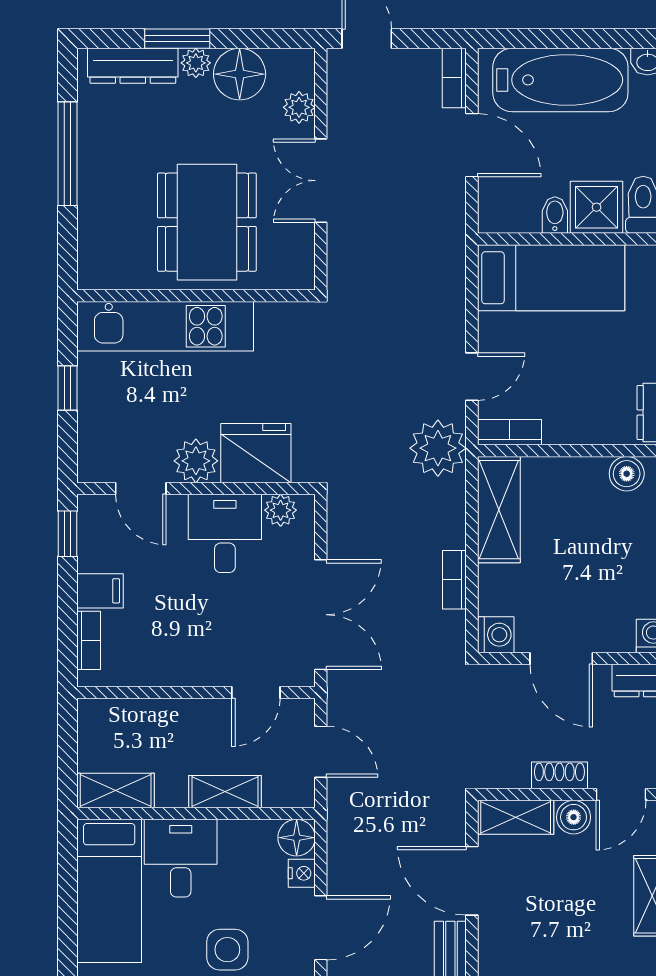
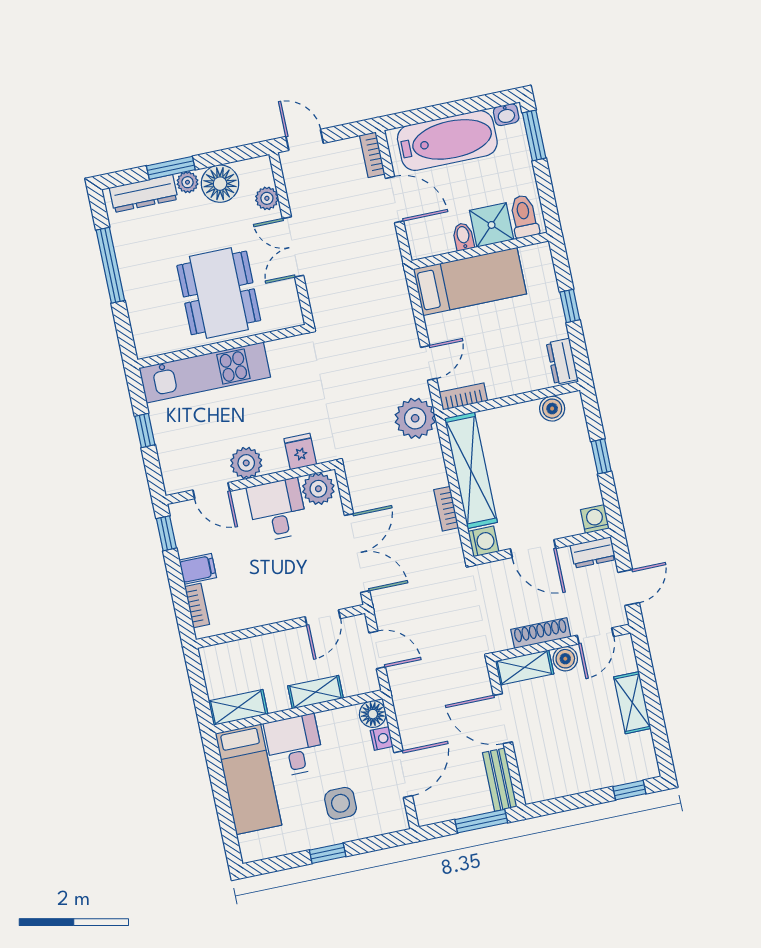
fridge: (256, 453) -> (300, 452), width x0.53, depth x0.75
plant: (281, 510) -> (318, 489), width x1.38, depth x1.38
shelving: (499, 510) -> (471, 470), width x1.47
shoe rack: (559, 775) -> (541, 633), width x1.43

